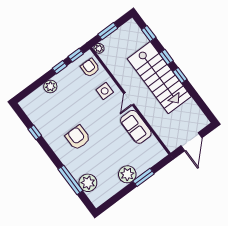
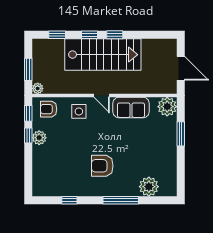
plant: (50, 86) -> (39, 138), moved
plant: (127, 174) -> (167, 107), moved
window: (70, 180) -> (121, 200), moved

